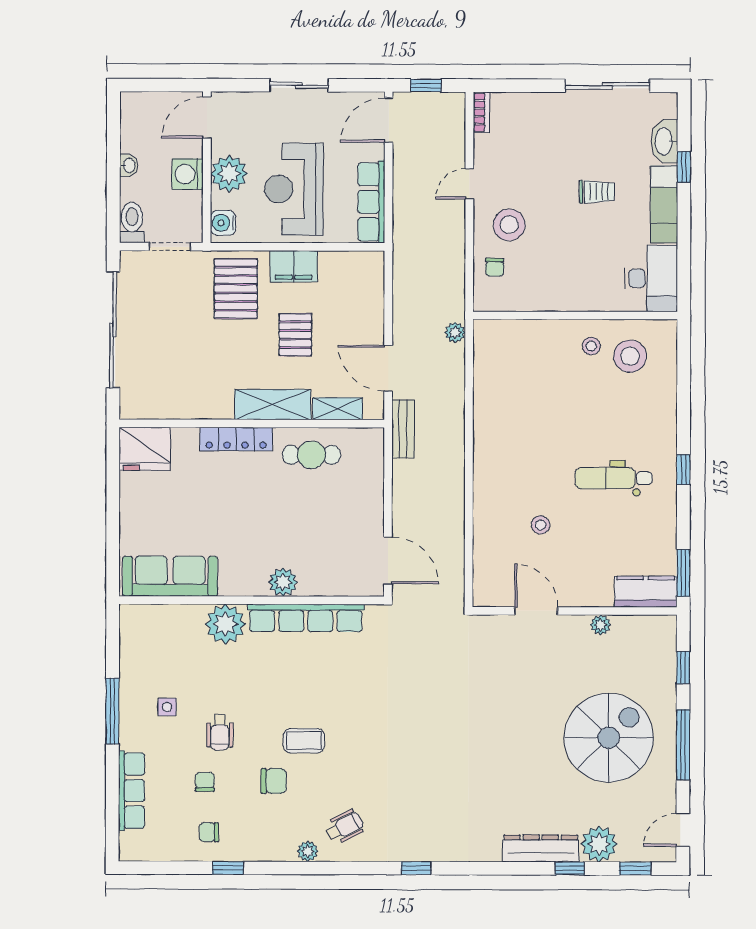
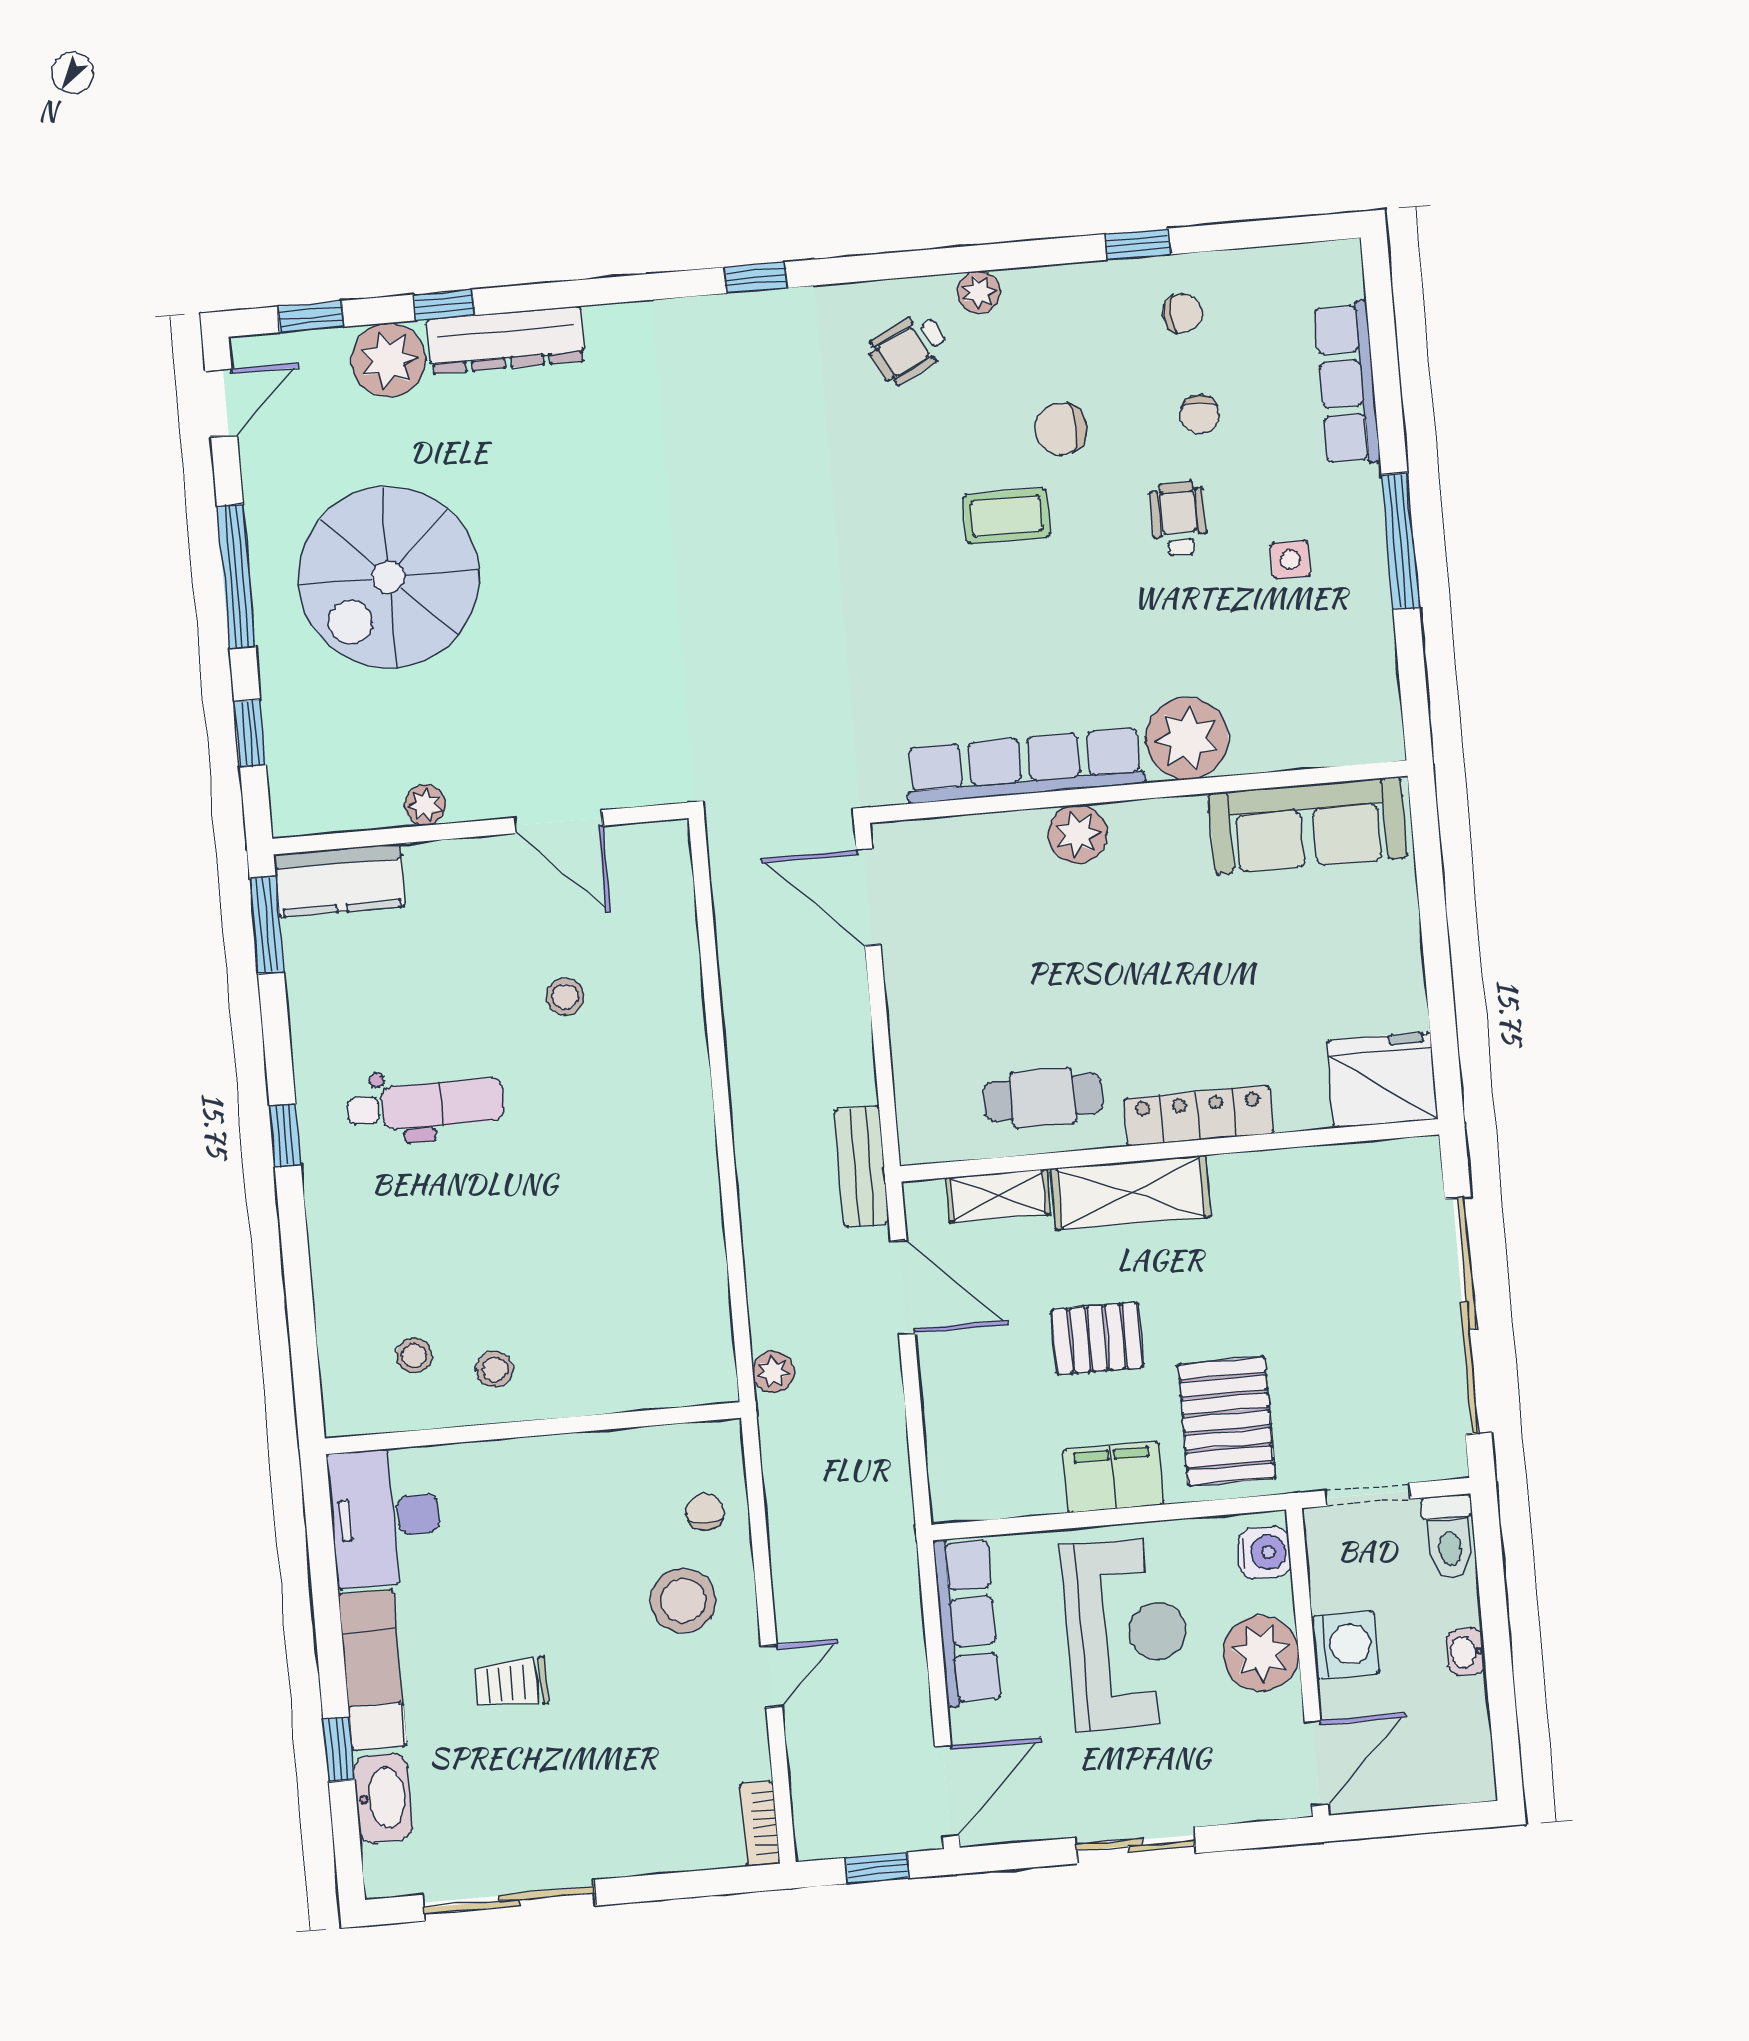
pallet: (295, 335) -> (1097, 1339), turned 90
stool: (630, 356) -> (414, 1356), width x0.53, depth x0.53

